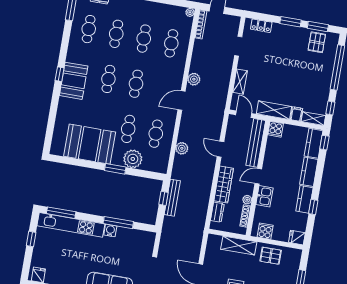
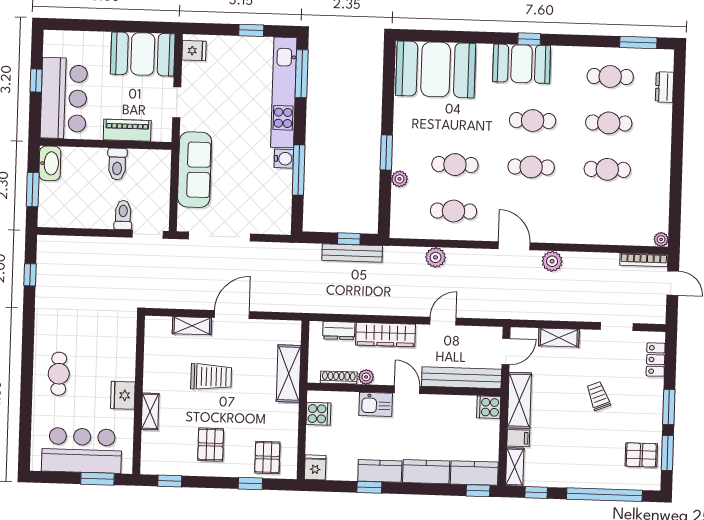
cafe table: (171, 43) -> (606, 216), removed
trolley: (278, 63) -> (598, 396), added
booth: (90, 144) -> (436, 69), moved, turned 90
plant: (133, 159) -> (400, 179), width x0.53, depth x0.53
pallet: (271, 256) -> (267, 458), moved

